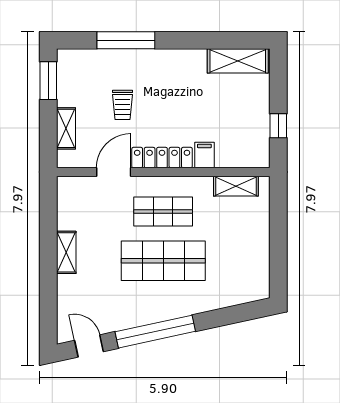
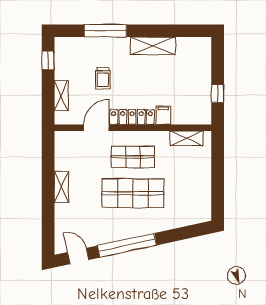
shelving: (238, 61) -> (153, 46), moved
window: (48, 81) -> (48, 60), width x0.67

